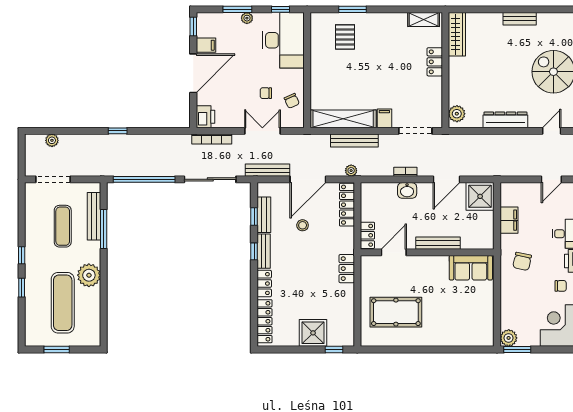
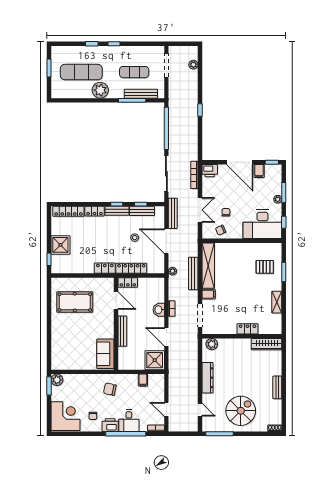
shelving: (424, 19) -> (277, 302), moved
locker: (347, 205) -> (131, 268), moved
filing cabinet: (509, 220) -> (143, 380), width x0.50
pool table: (396, 312) -> (75, 302), turned 90

